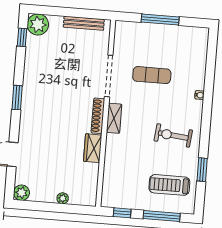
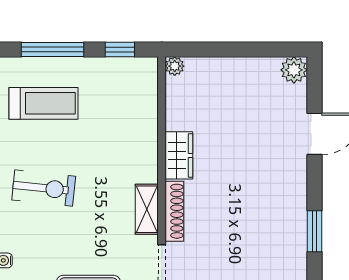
plant: (63, 198) -> (175, 66), moved

